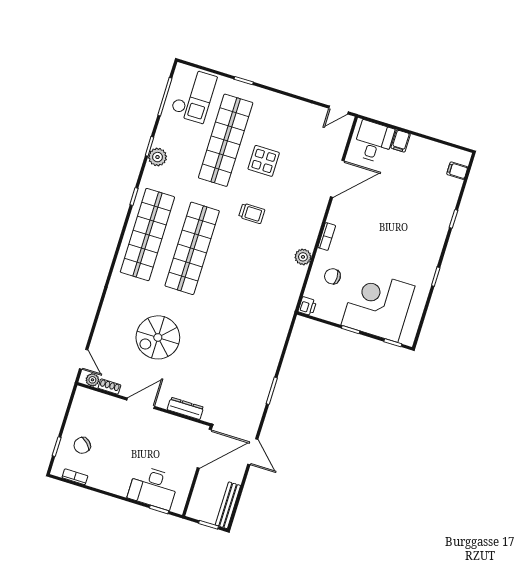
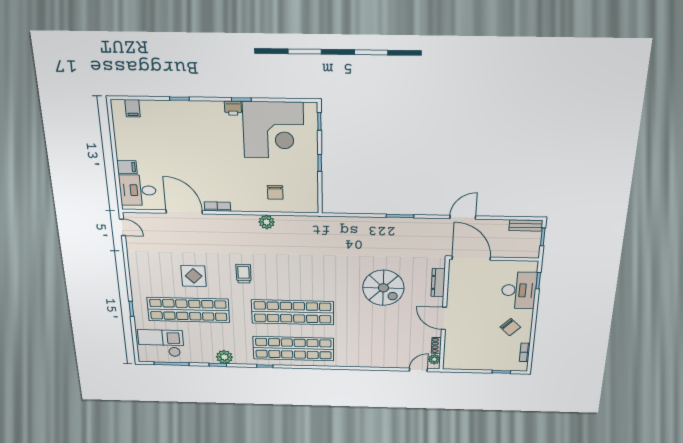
bookcase: (327, 236) -> (217, 207), moved
corner desk: (378, 305) -> (273, 130), moved, turned -90
printer: (307, 306) -> (233, 108), moved, turned 180
spiral stairs: (158, 337) -> (383, 288), moved
chair: (82, 445) -> (510, 327), moved
bench: (228, 505) -> (526, 225), width x0.73

